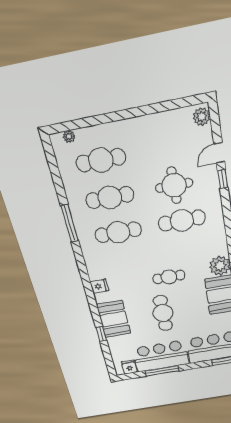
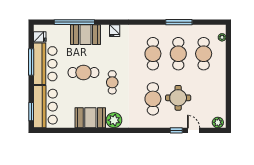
window: (70, 223) -> (179, 22), moved
window: (101, 334) -> (74, 22), width x3.17

